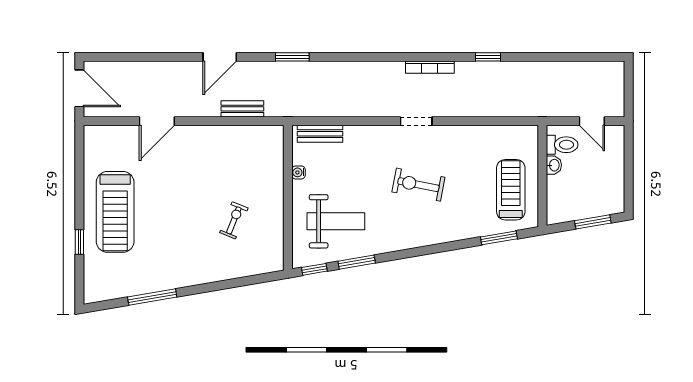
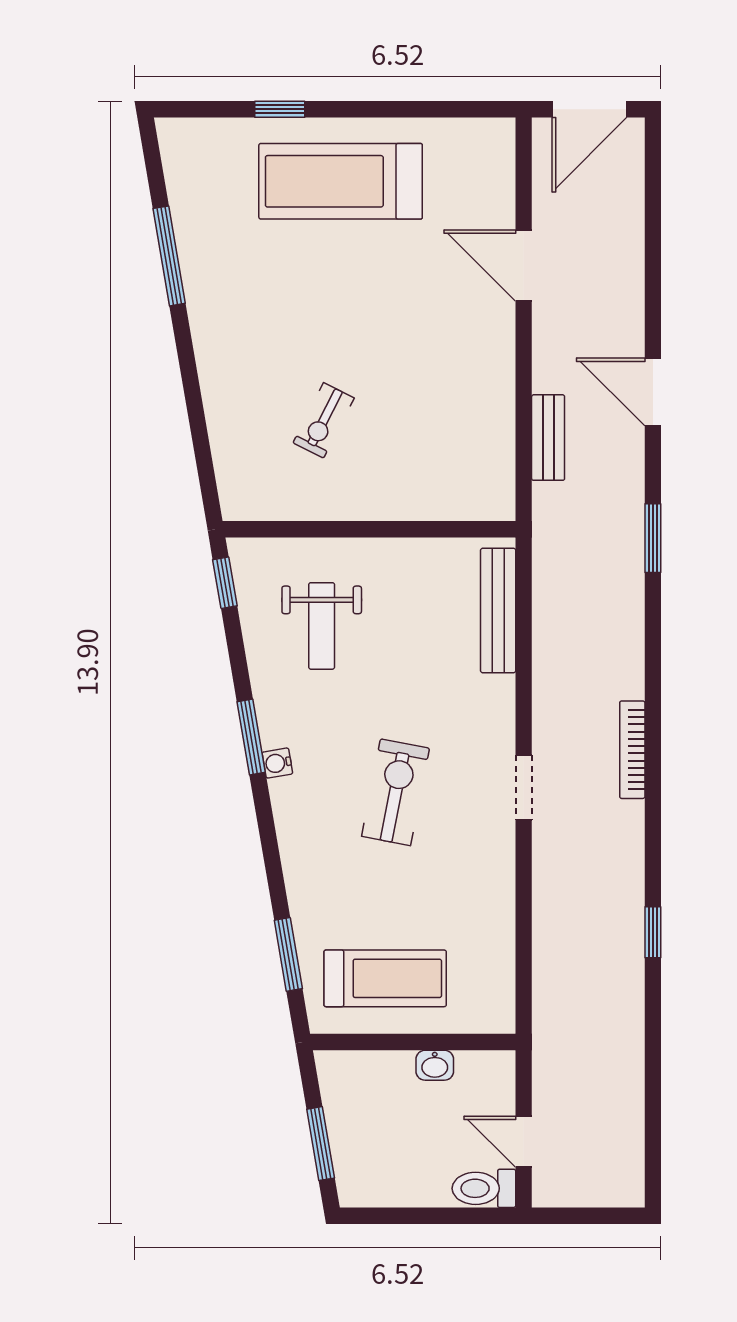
bookcase: (430, 67) -> (632, 750), moved
door: (592, 121) -> (524, 1142), hinge flipped
bench: (320, 134) -> (498, 611), width x1.36
toilet: (562, 145) -> (484, 1188), moved, turned 90
water cooler: (298, 172) -> (277, 763), moved, turned -100
exercise bike: (234, 220) -> (324, 420), turned 95
weight bench: (336, 221) -> (322, 626), width x0.73, depth x0.75
window: (357, 262) -> (251, 737), moved

